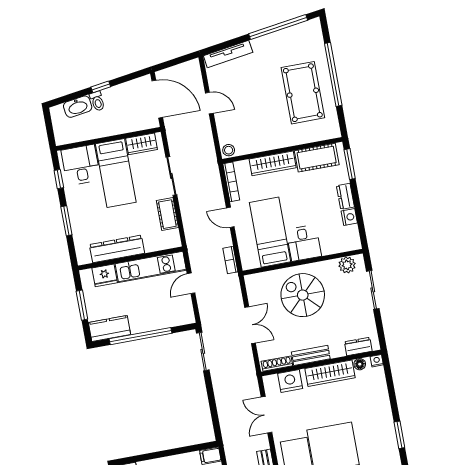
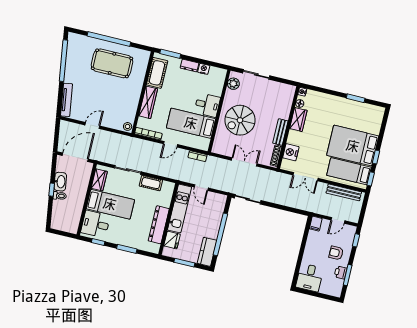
washbasin: (78, 107) -> (60, 182), moved
dresser: (358, 346) -> (288, 99), removed
wardrobe: (330, 373) -> (298, 119), width x0.67

